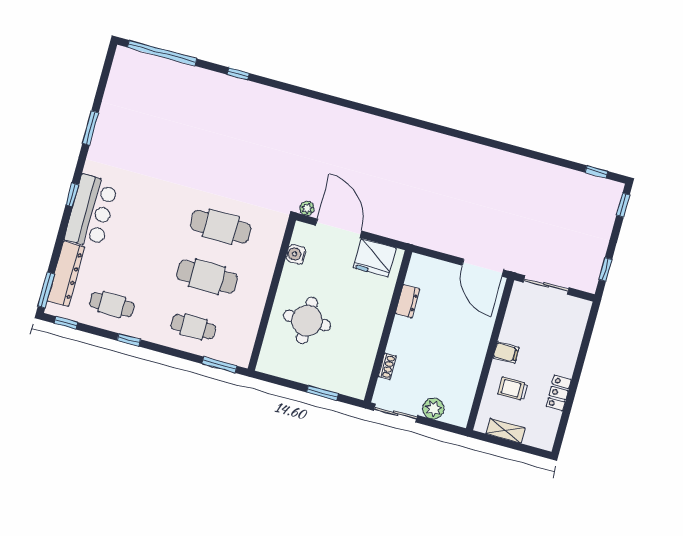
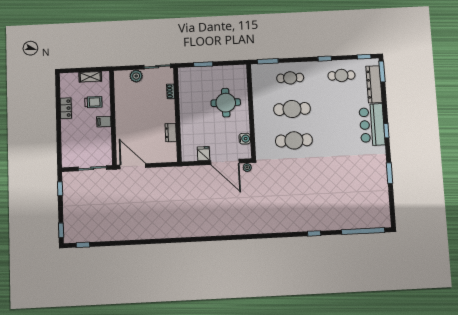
fridge: (375, 258) -> (203, 154), width x0.53, depth x0.75

